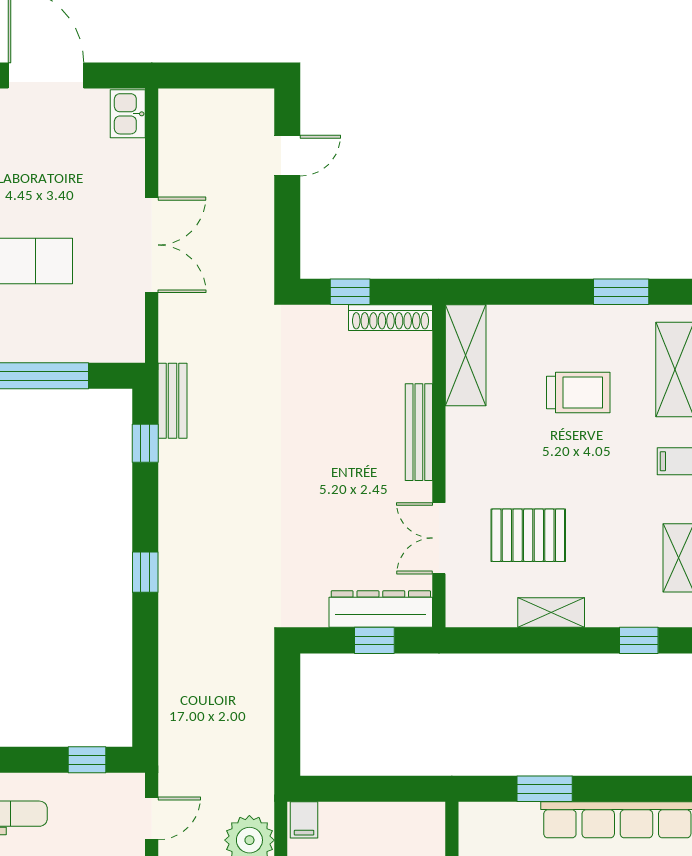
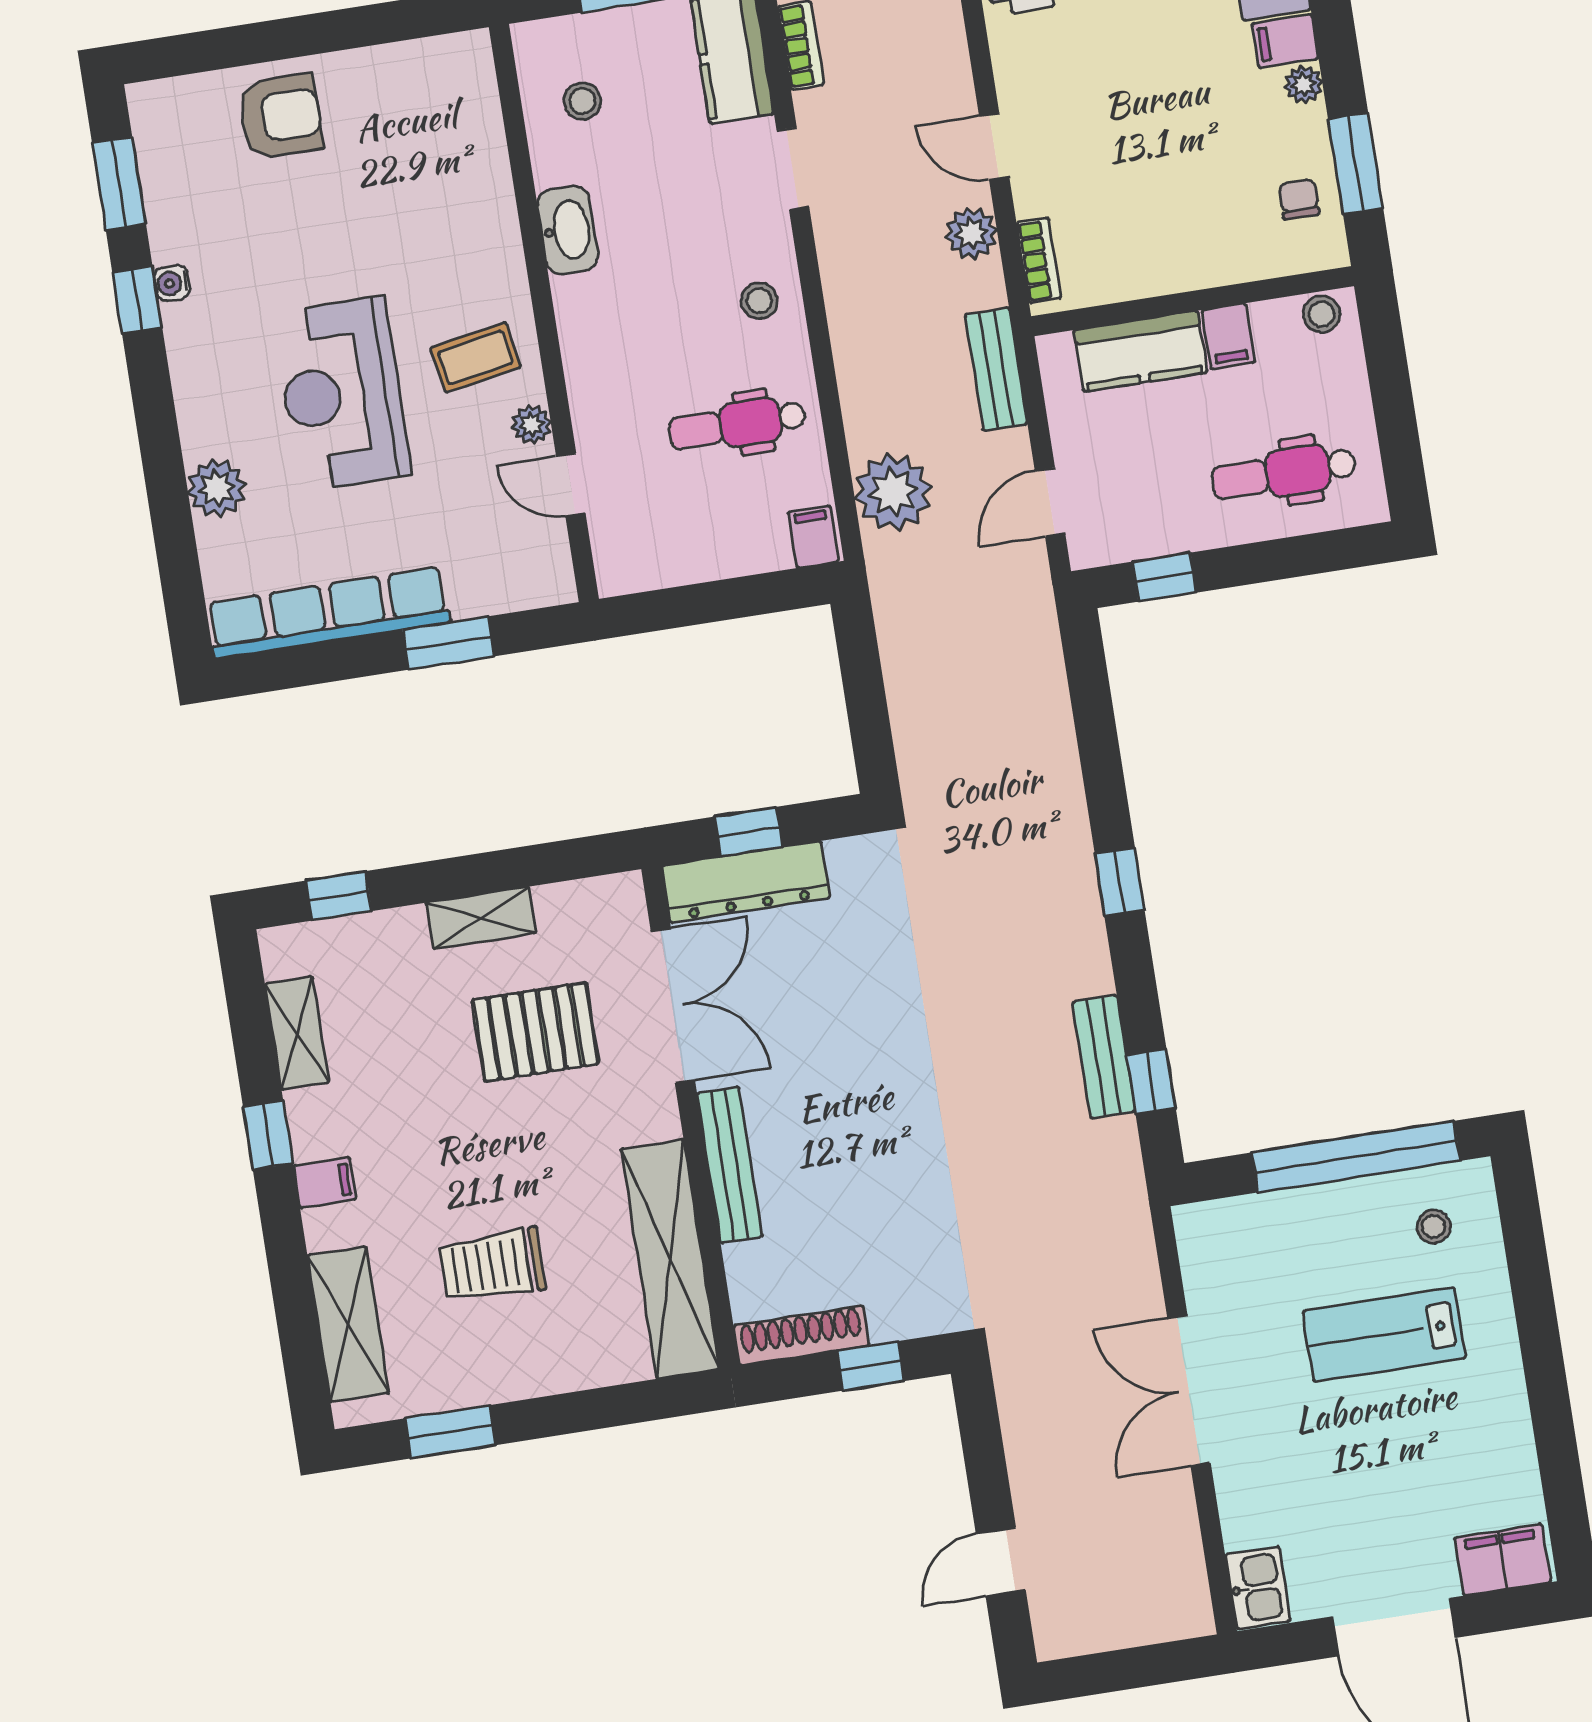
shelving: (466, 355) -> (670, 1259), width x1.47
bench: (172, 401) -> (1104, 1057), moved
double door: (439, 538) -> (673, 1006), width x1.37

